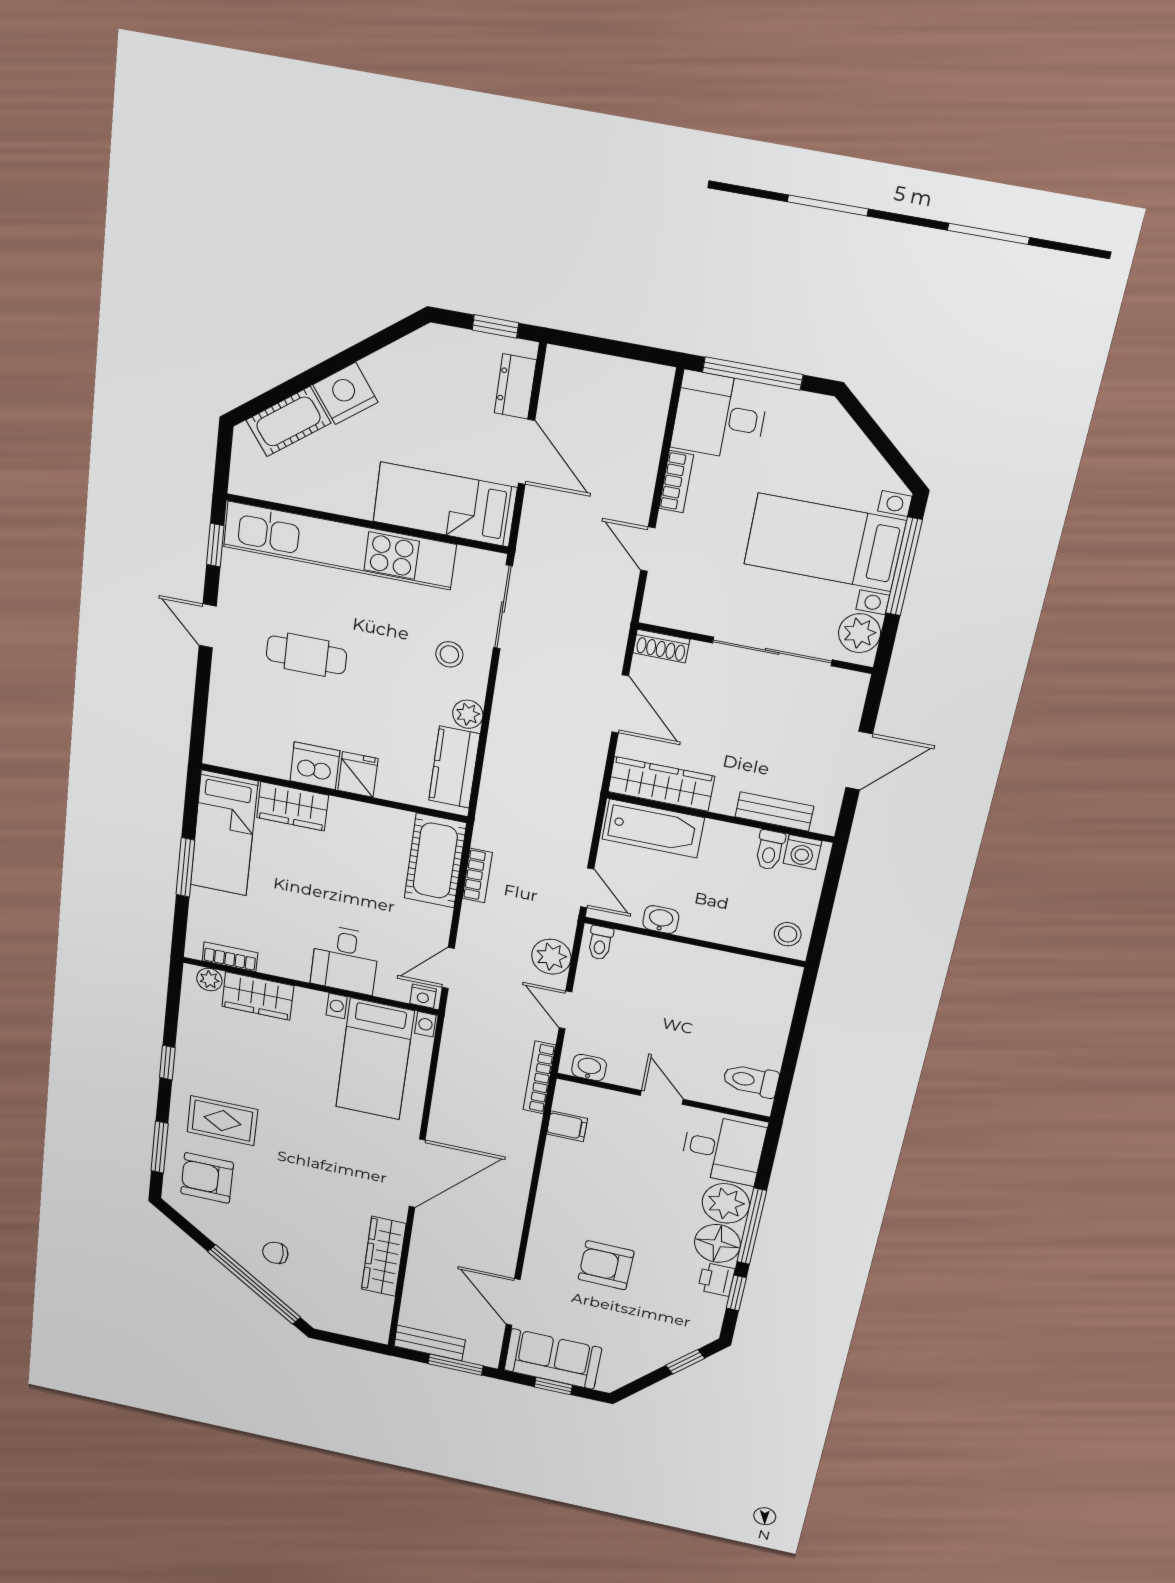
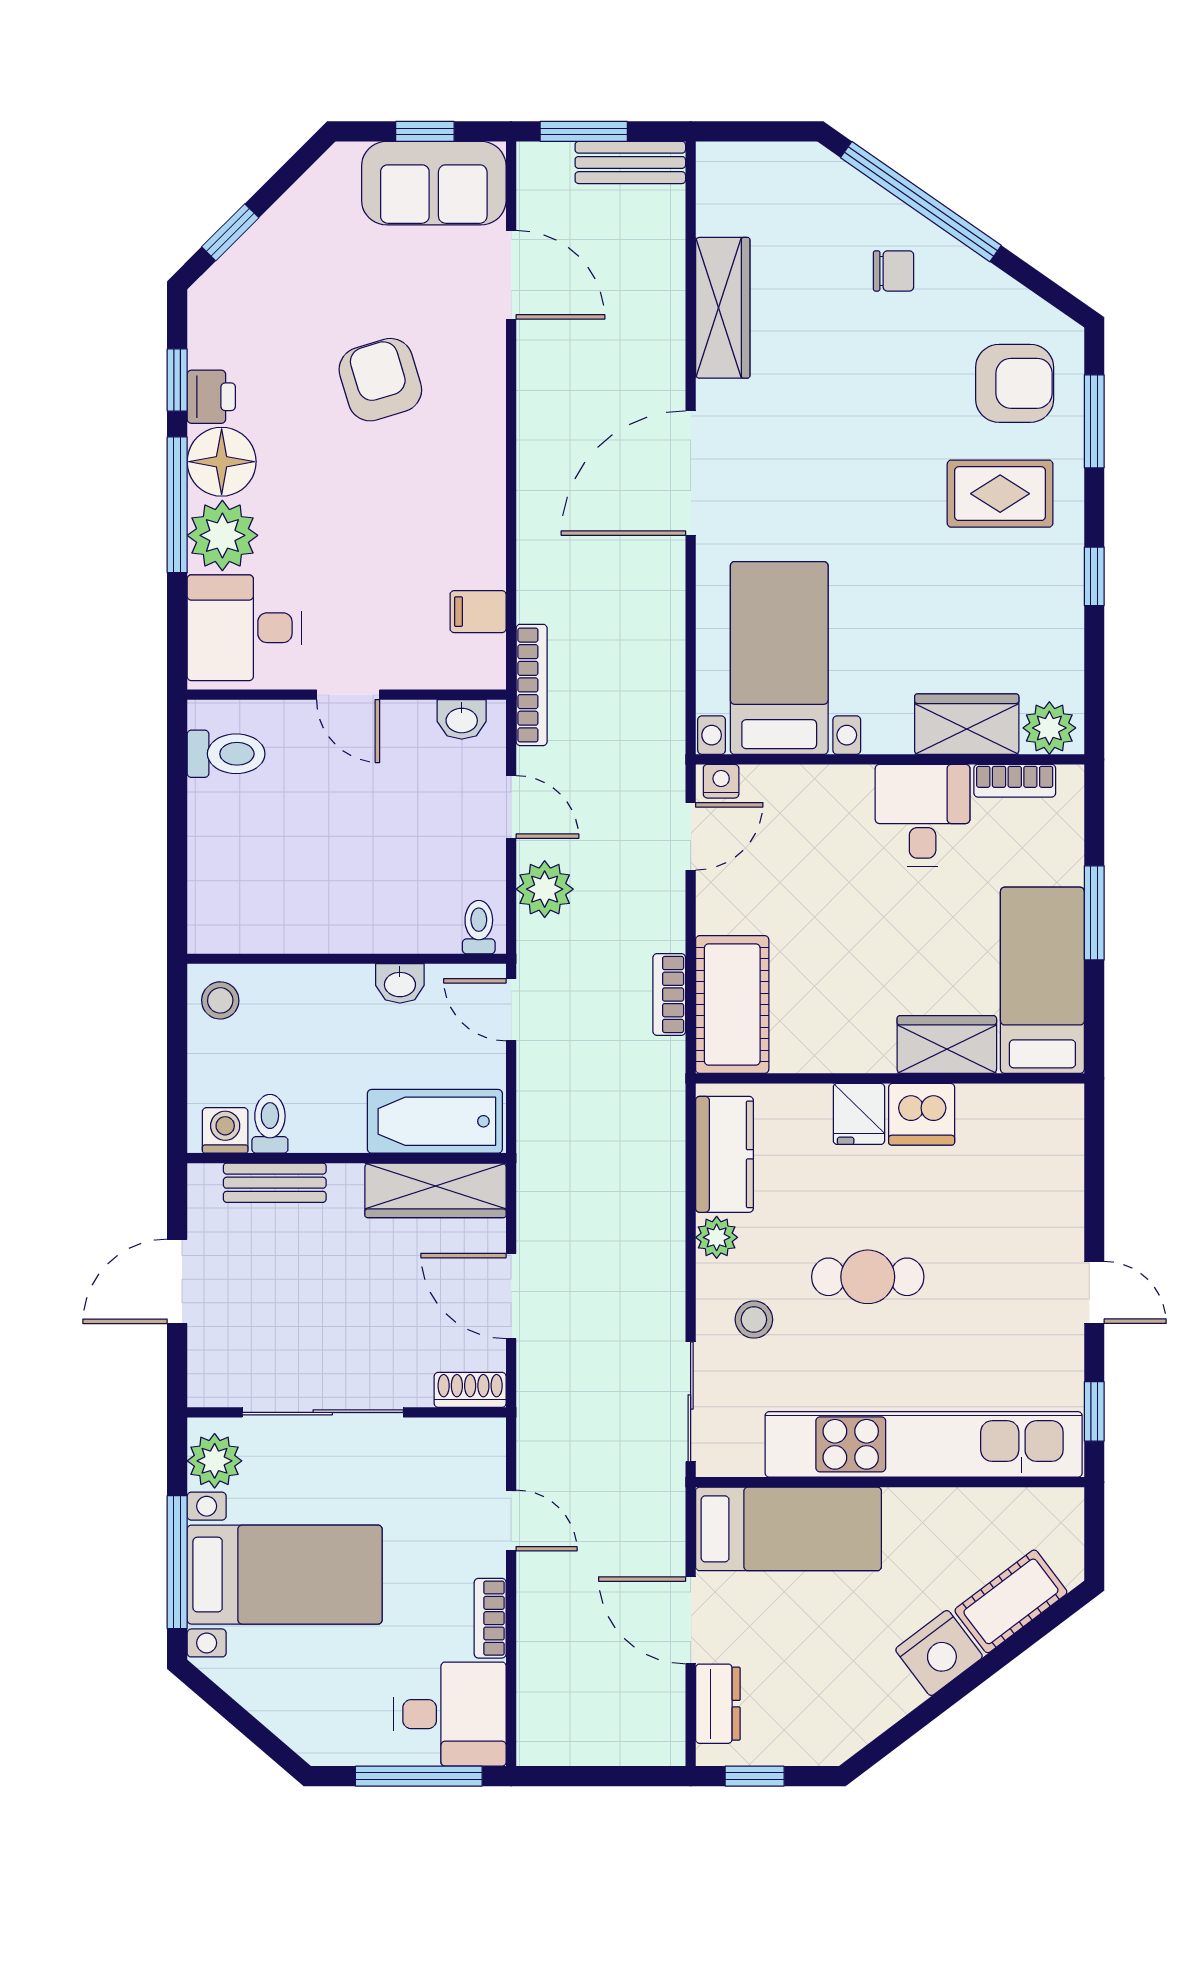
cafe table: (306, 655) -> (868, 1277), moved
desk: (345, 960) -> (923, 815), moved
plant: (209, 980) -> (1049, 728), width x1.38, depth x1.38
armchair: (606, 1265) -> (380, 380), turned -108

